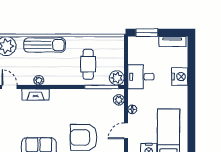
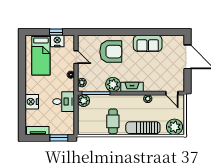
cafe table: (88, 64) -> (113, 121), moved
fireplace: (36, 95) -> (132, 87), moved
plant: (81, 98) -> (113, 84), added
door: (126, 131) -> (76, 57), hinge flipped

